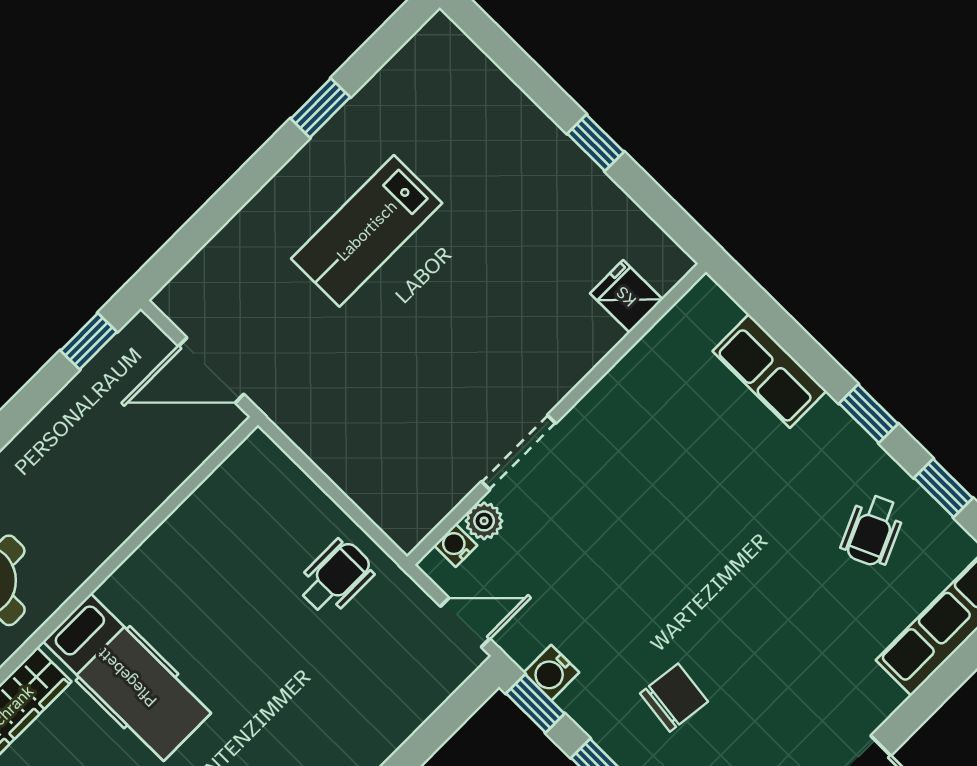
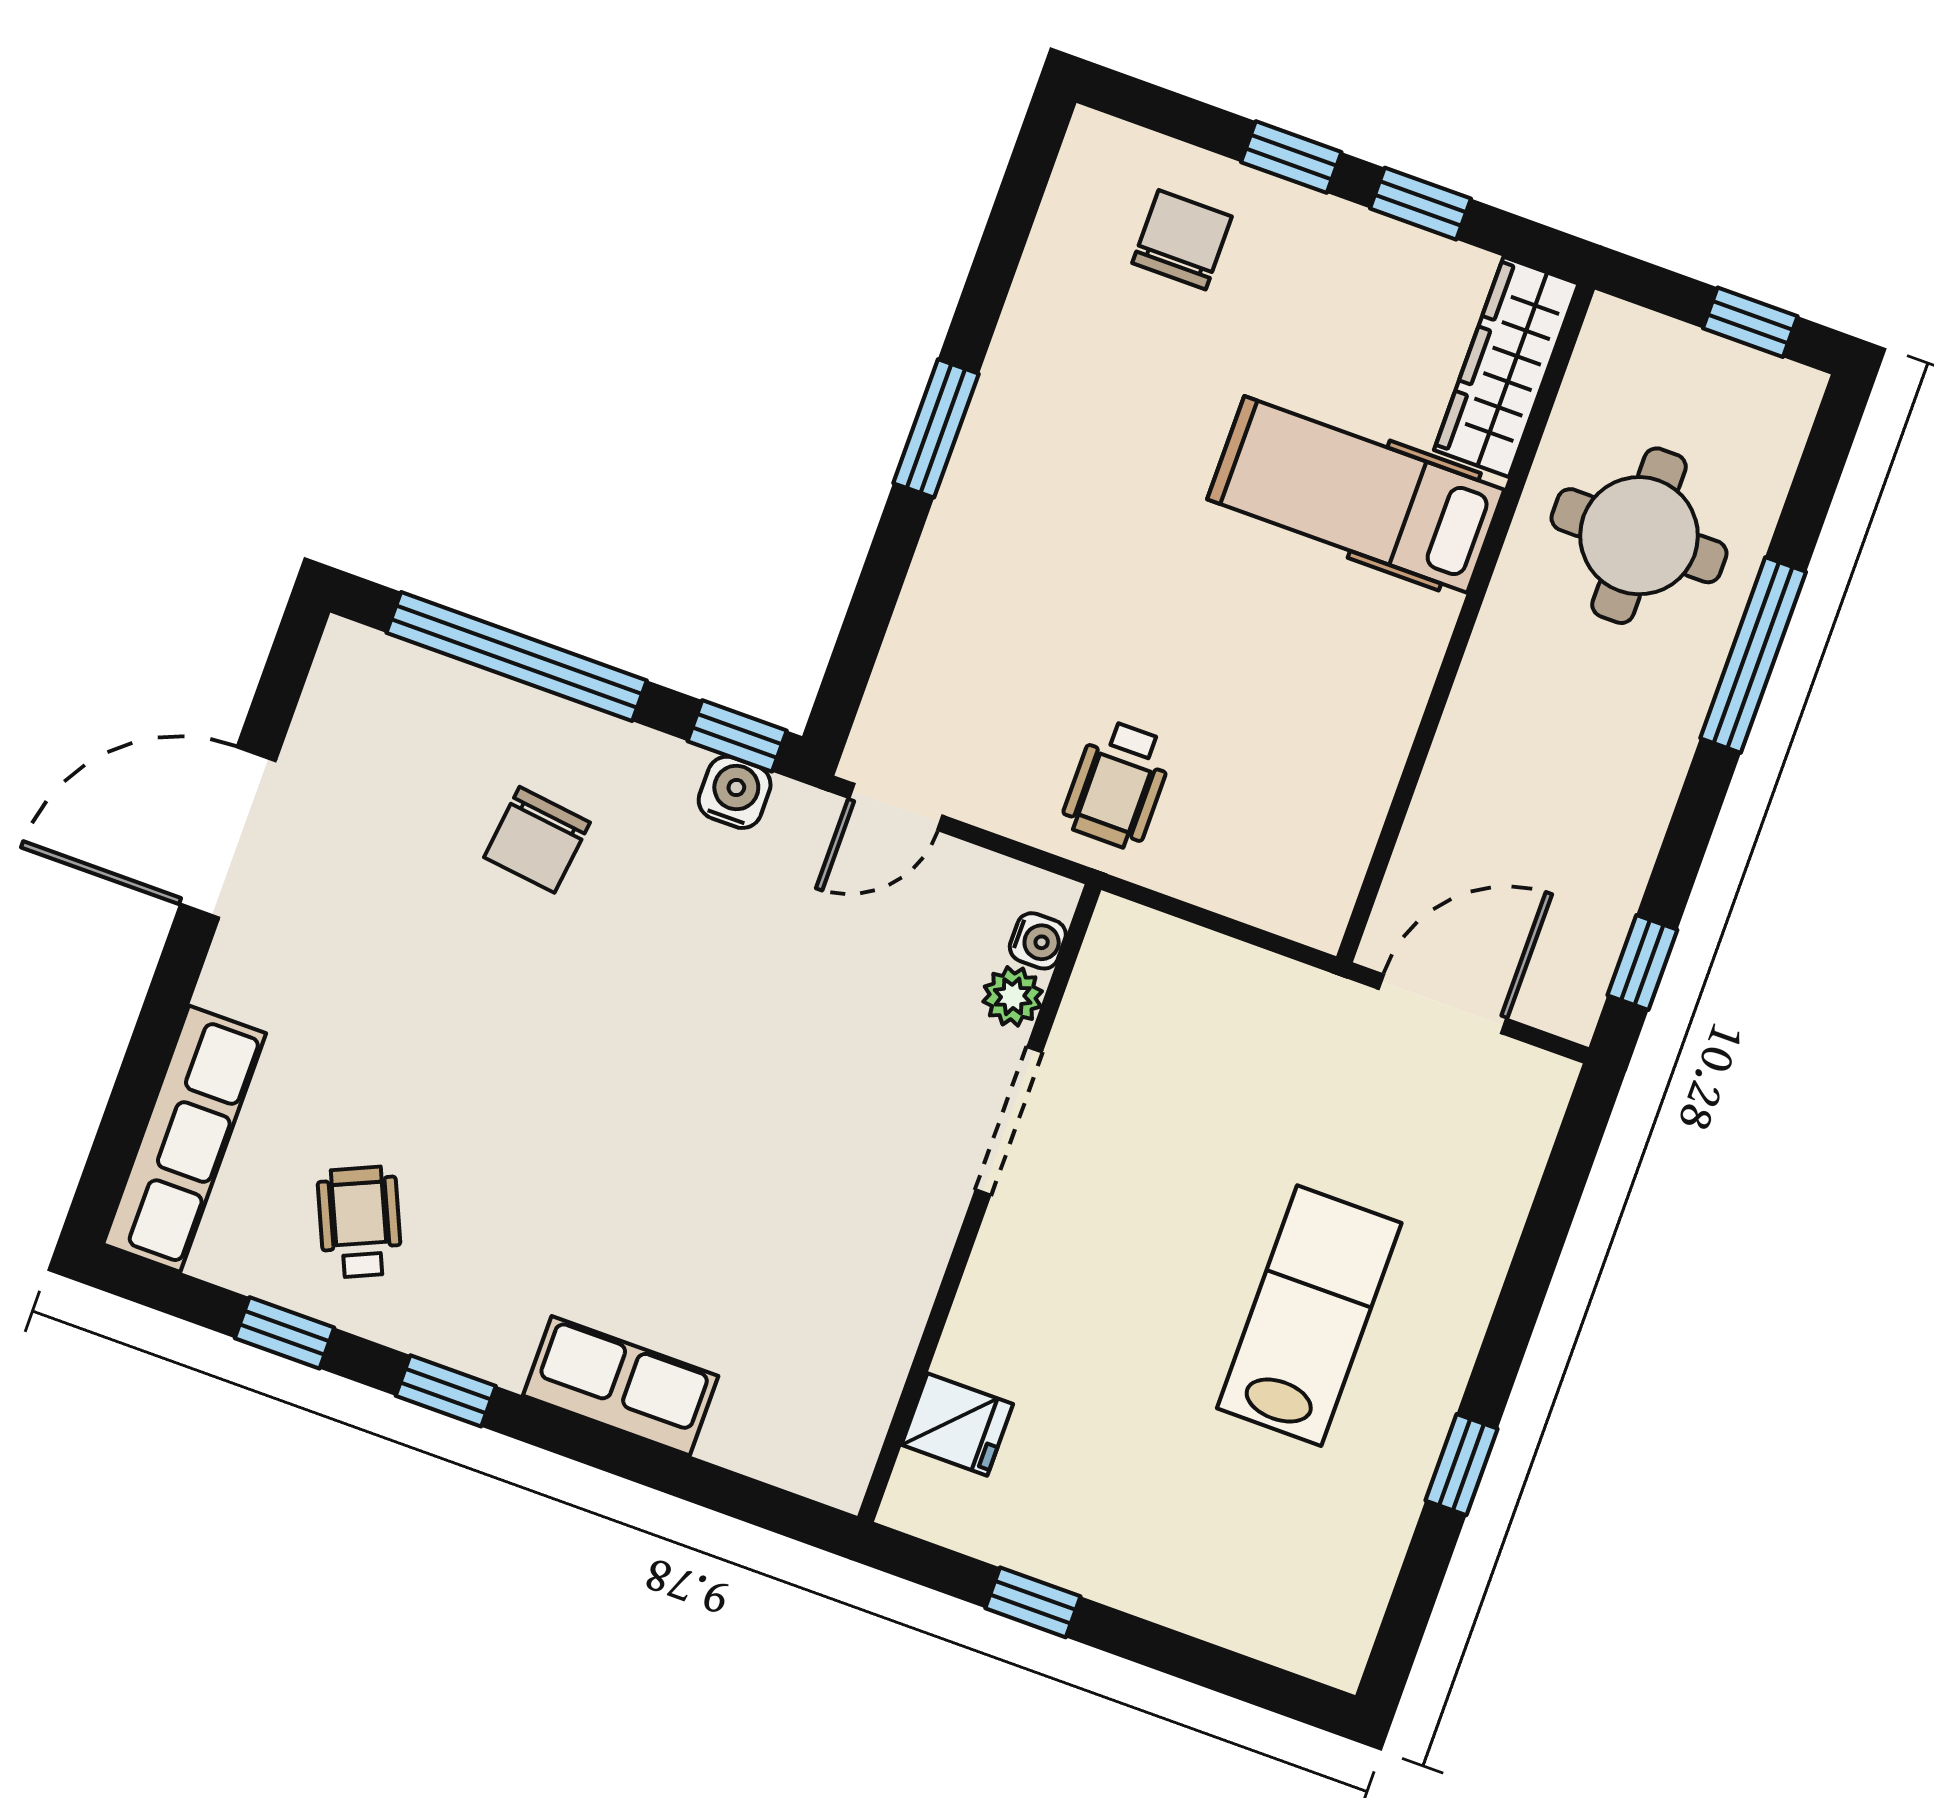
fridge: (626, 296) -> (957, 1424), moved
wall: (557, 414) -> (979, 1203), moved
doorway: (519, 452) -> (1009, 1121), moved
plant: (484, 521) -> (1013, 996), moved
water cooler: (456, 545) -> (1038, 941), moved

